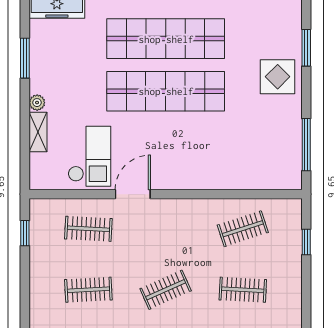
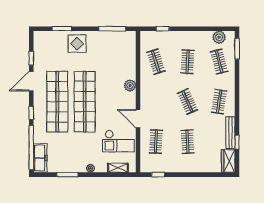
shelving: (38, 132) -> (118, 168), moved
checkout: (89, 156) -> (118, 141), turned 180
plant: (197, 179) -> (130, 85), added

